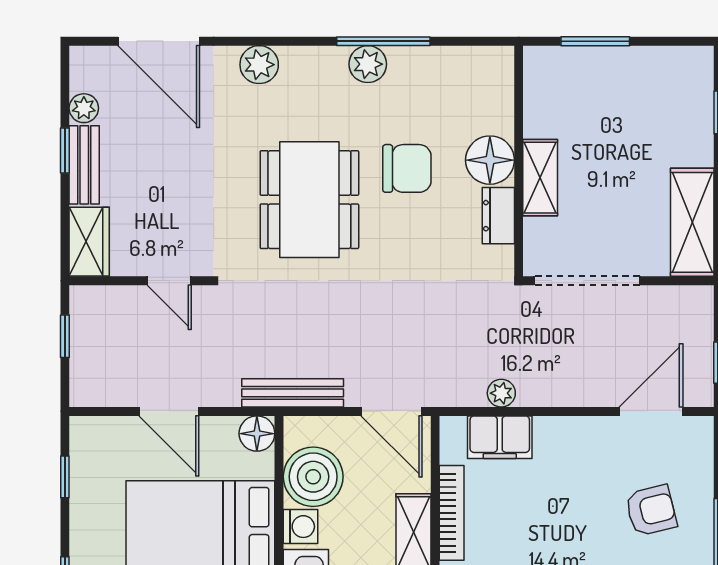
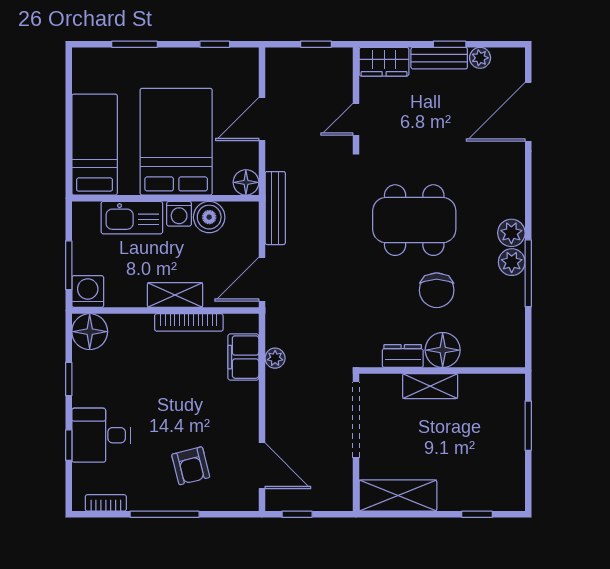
plant: (259, 65) -> (511, 233), moved
boiler: (313, 477) -> (209, 217), width x0.73, depth x0.73

